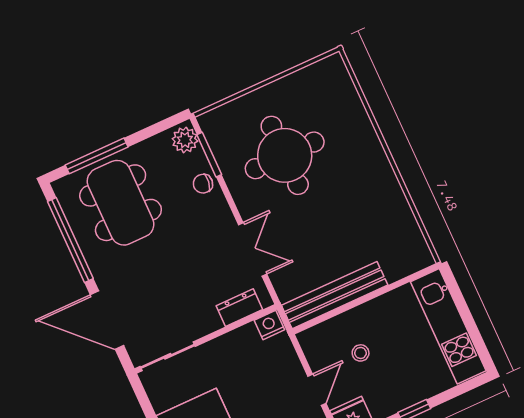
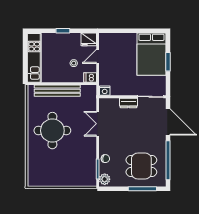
round table: (285, 155) -> (52, 131), moved
dining table: (121, 203) -> (141, 166), width x0.73
bench: (335, 295) -> (57, 91), moved
dresser: (239, 308) -> (128, 103), moved
dishwasher: (312, 339) -> (90, 78), added

